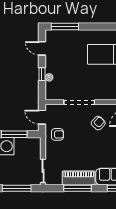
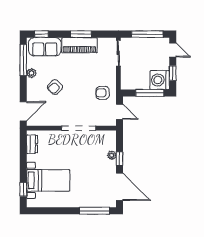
door: (42, 48) -> (120, 187), width x1.87
armchair: (98, 123) -> (55, 87), moved
window: (77, 188) -> (81, 34), width x0.69

